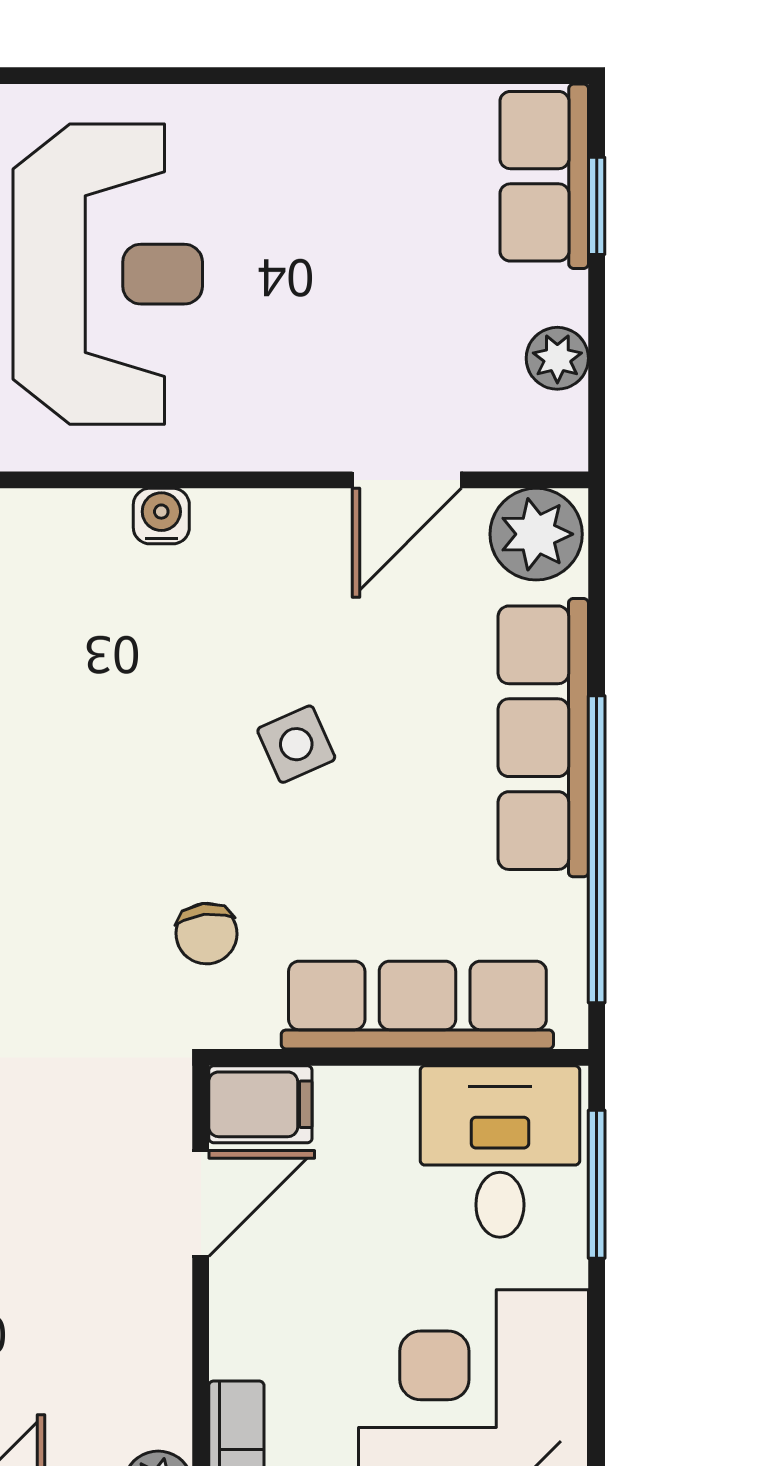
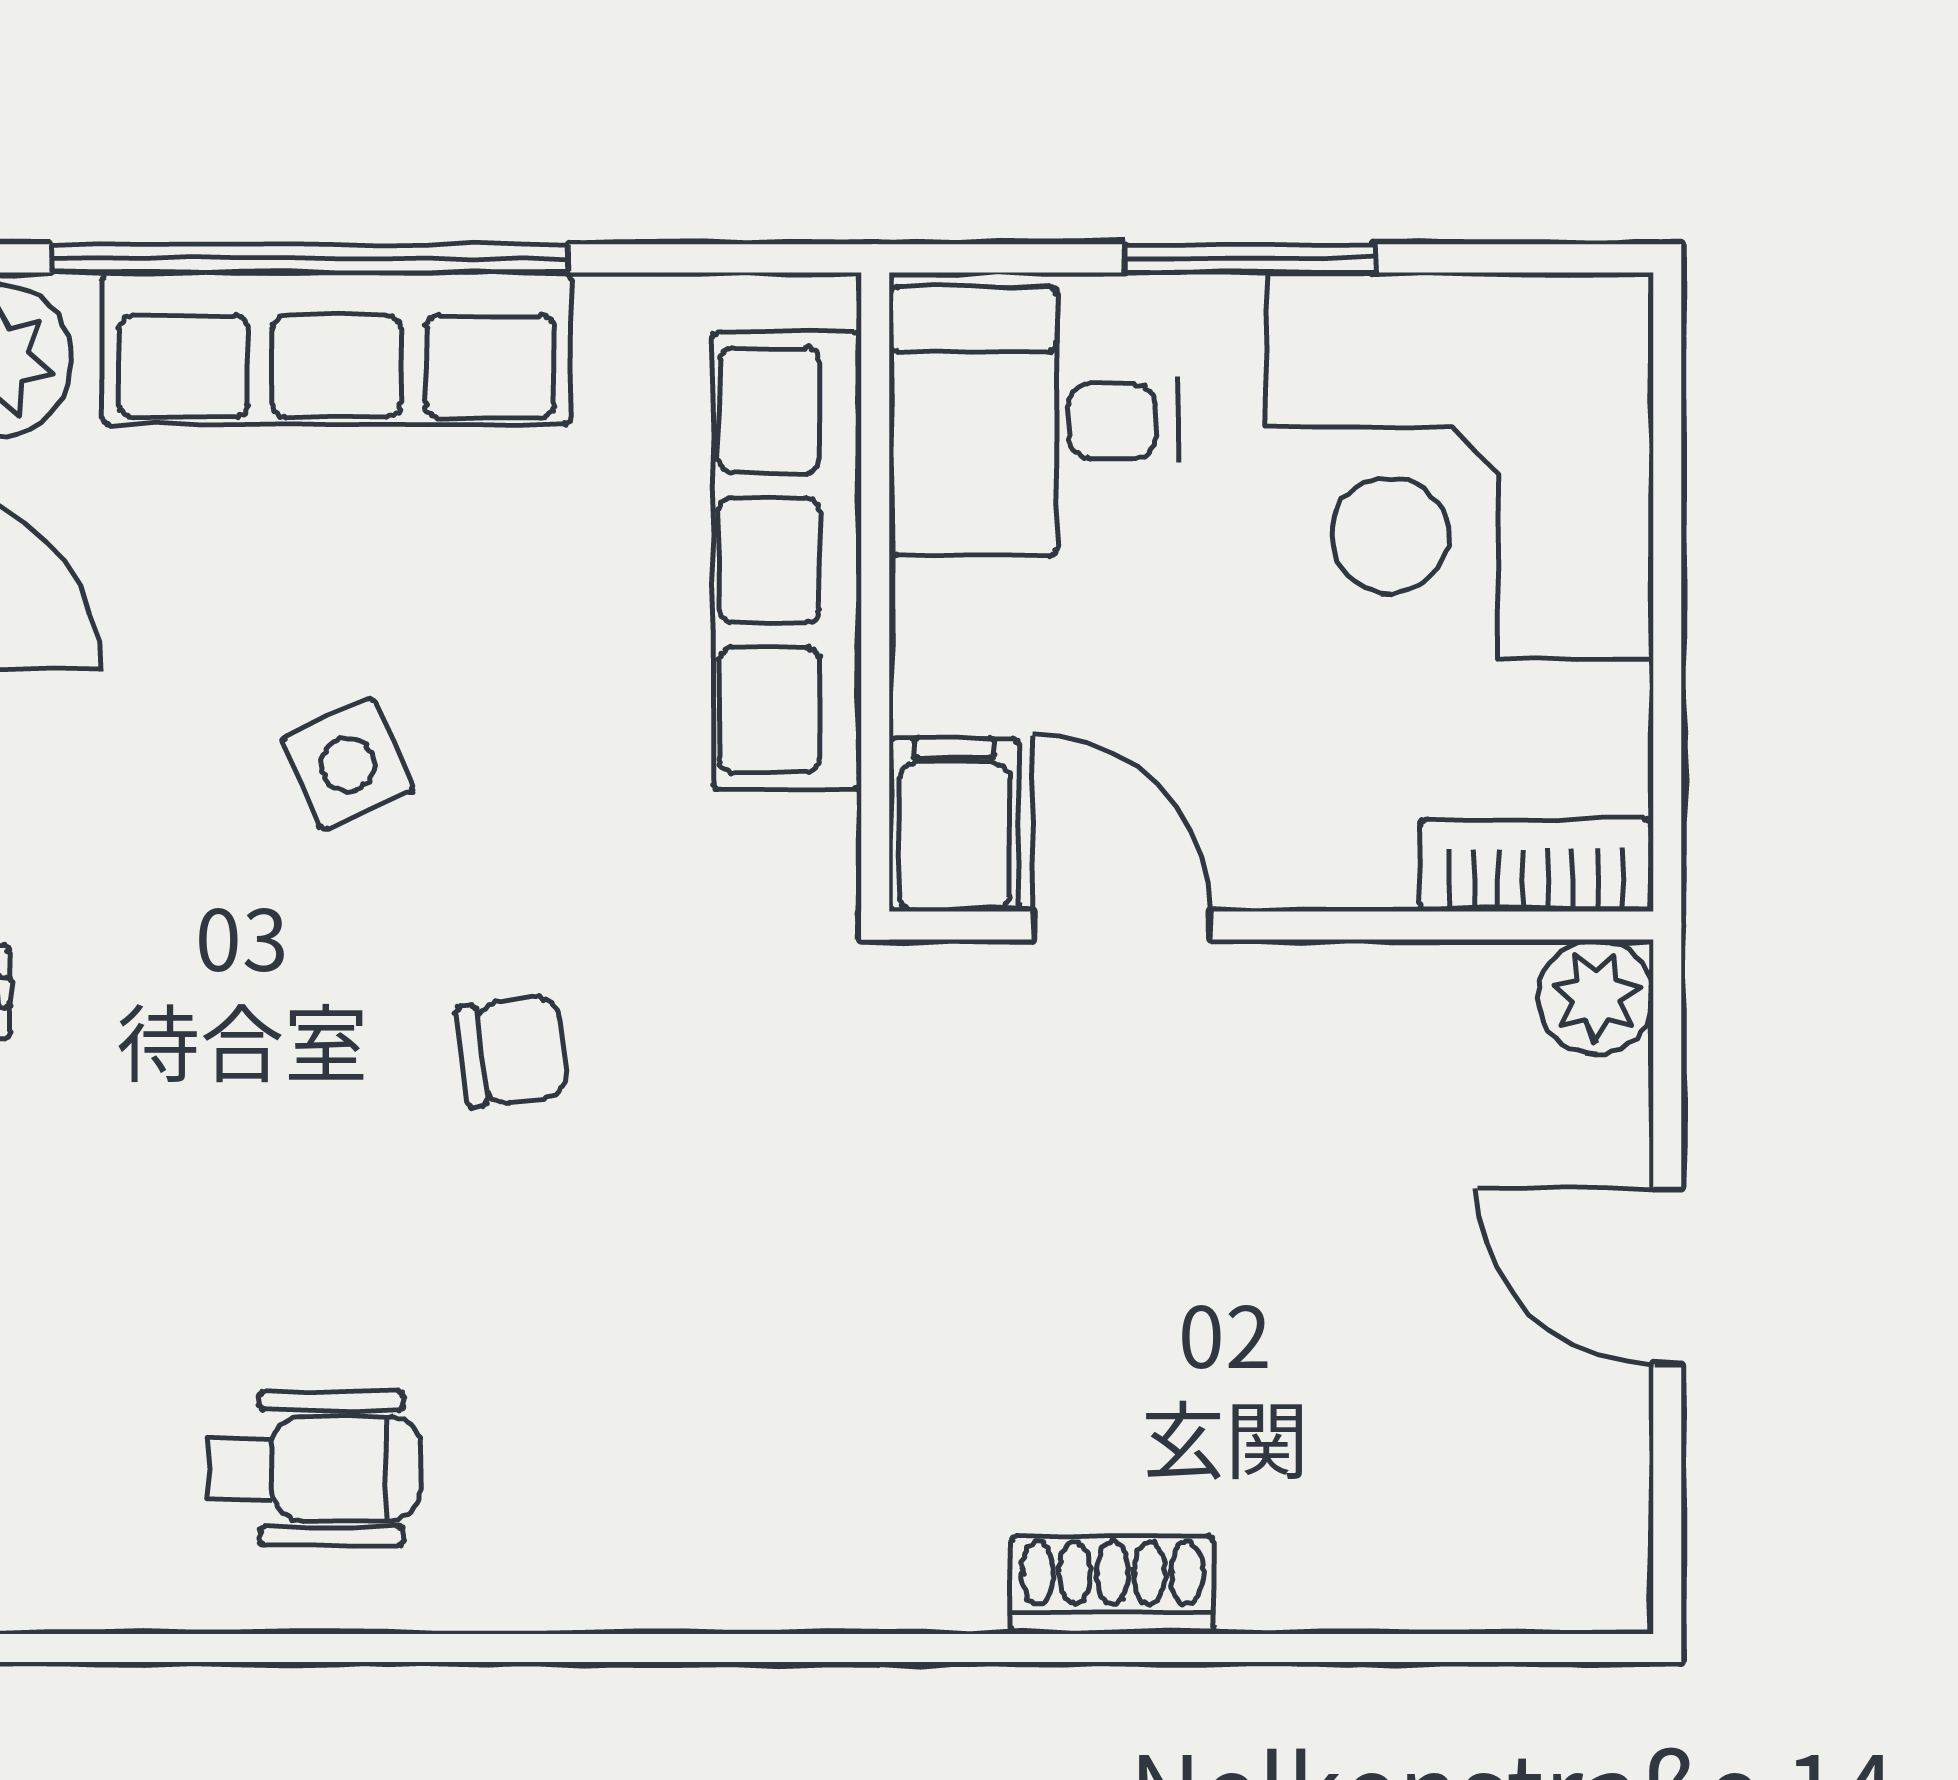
window: (597, 849) -> (310, 258), moved
chair: (206, 934) -> (512, 1051), moved
window: (597, 1184) -> (1250, 258), moved

